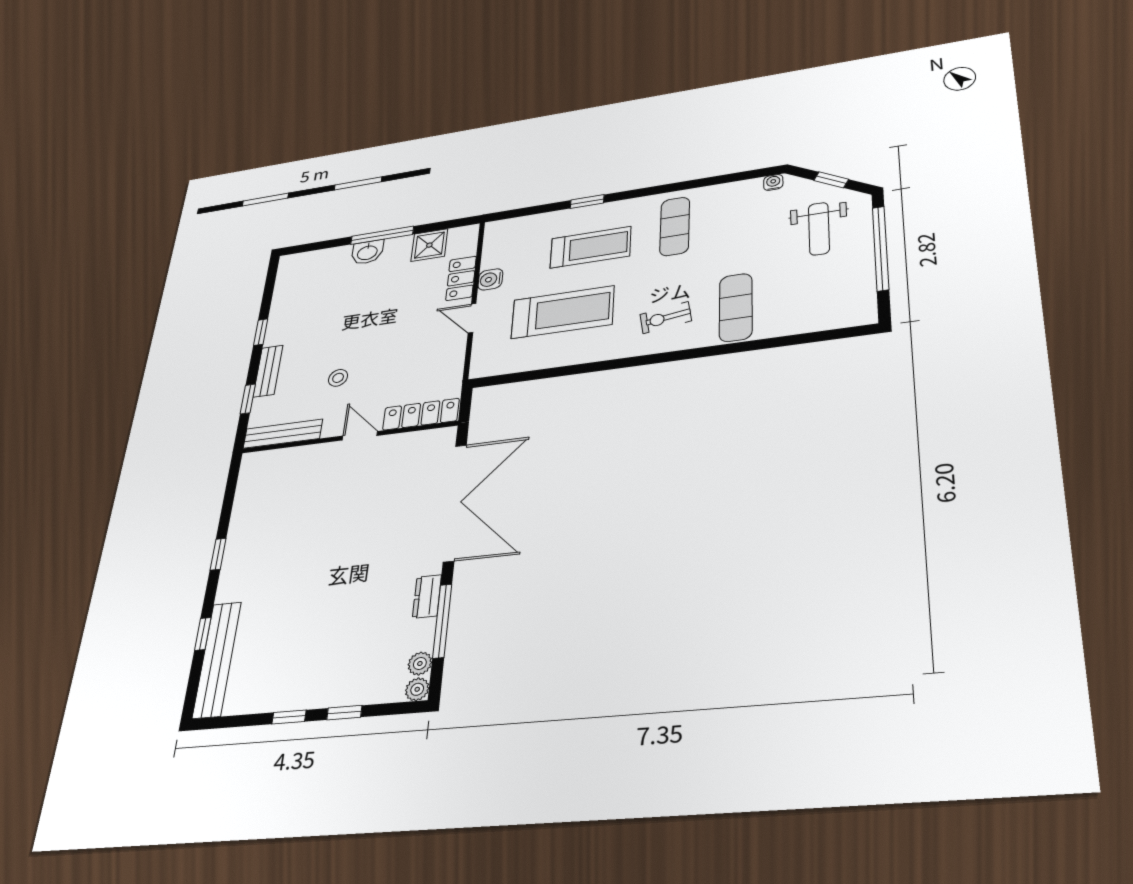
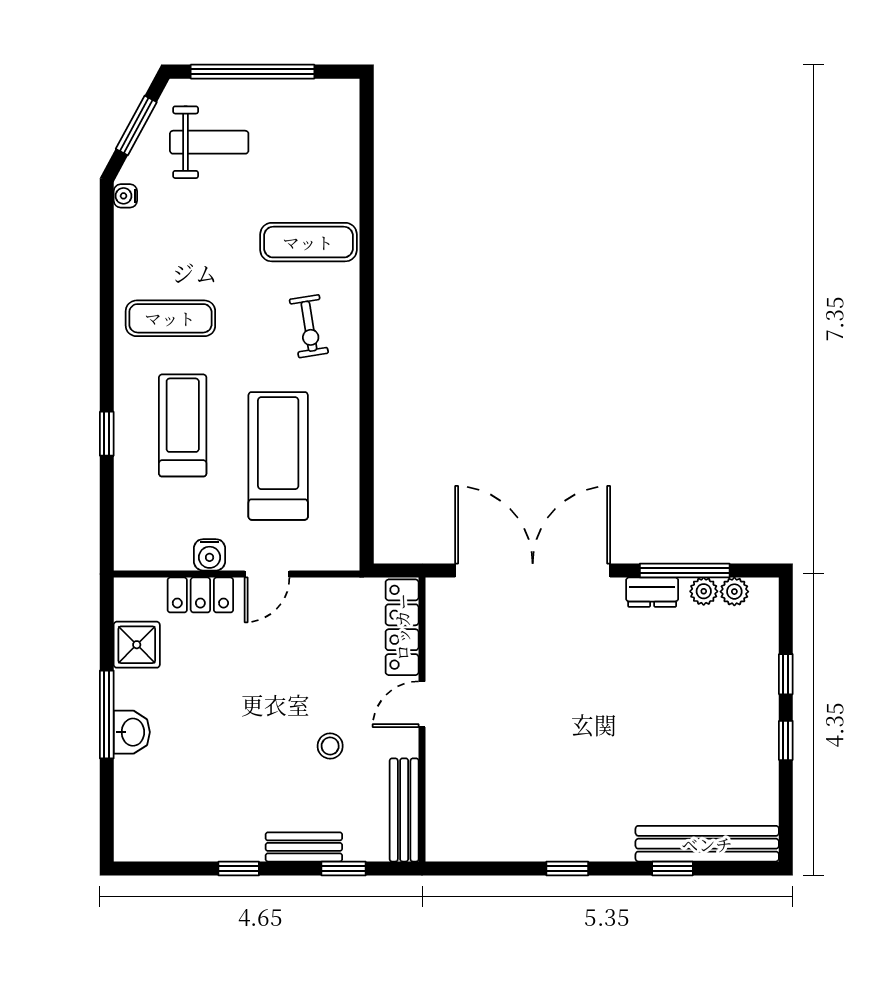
window: (831, 180) -> (136, 125), width x1.50
plant: (417, 689) -> (704, 591), moved

